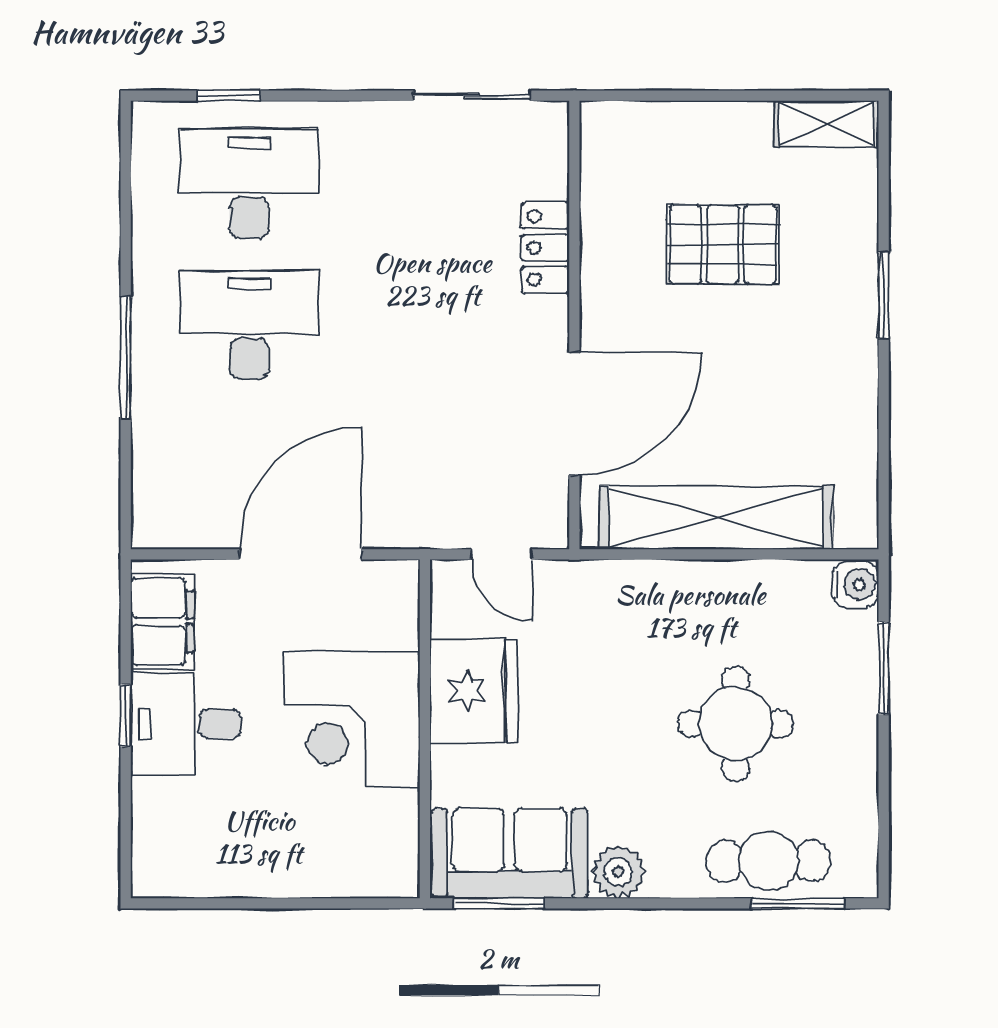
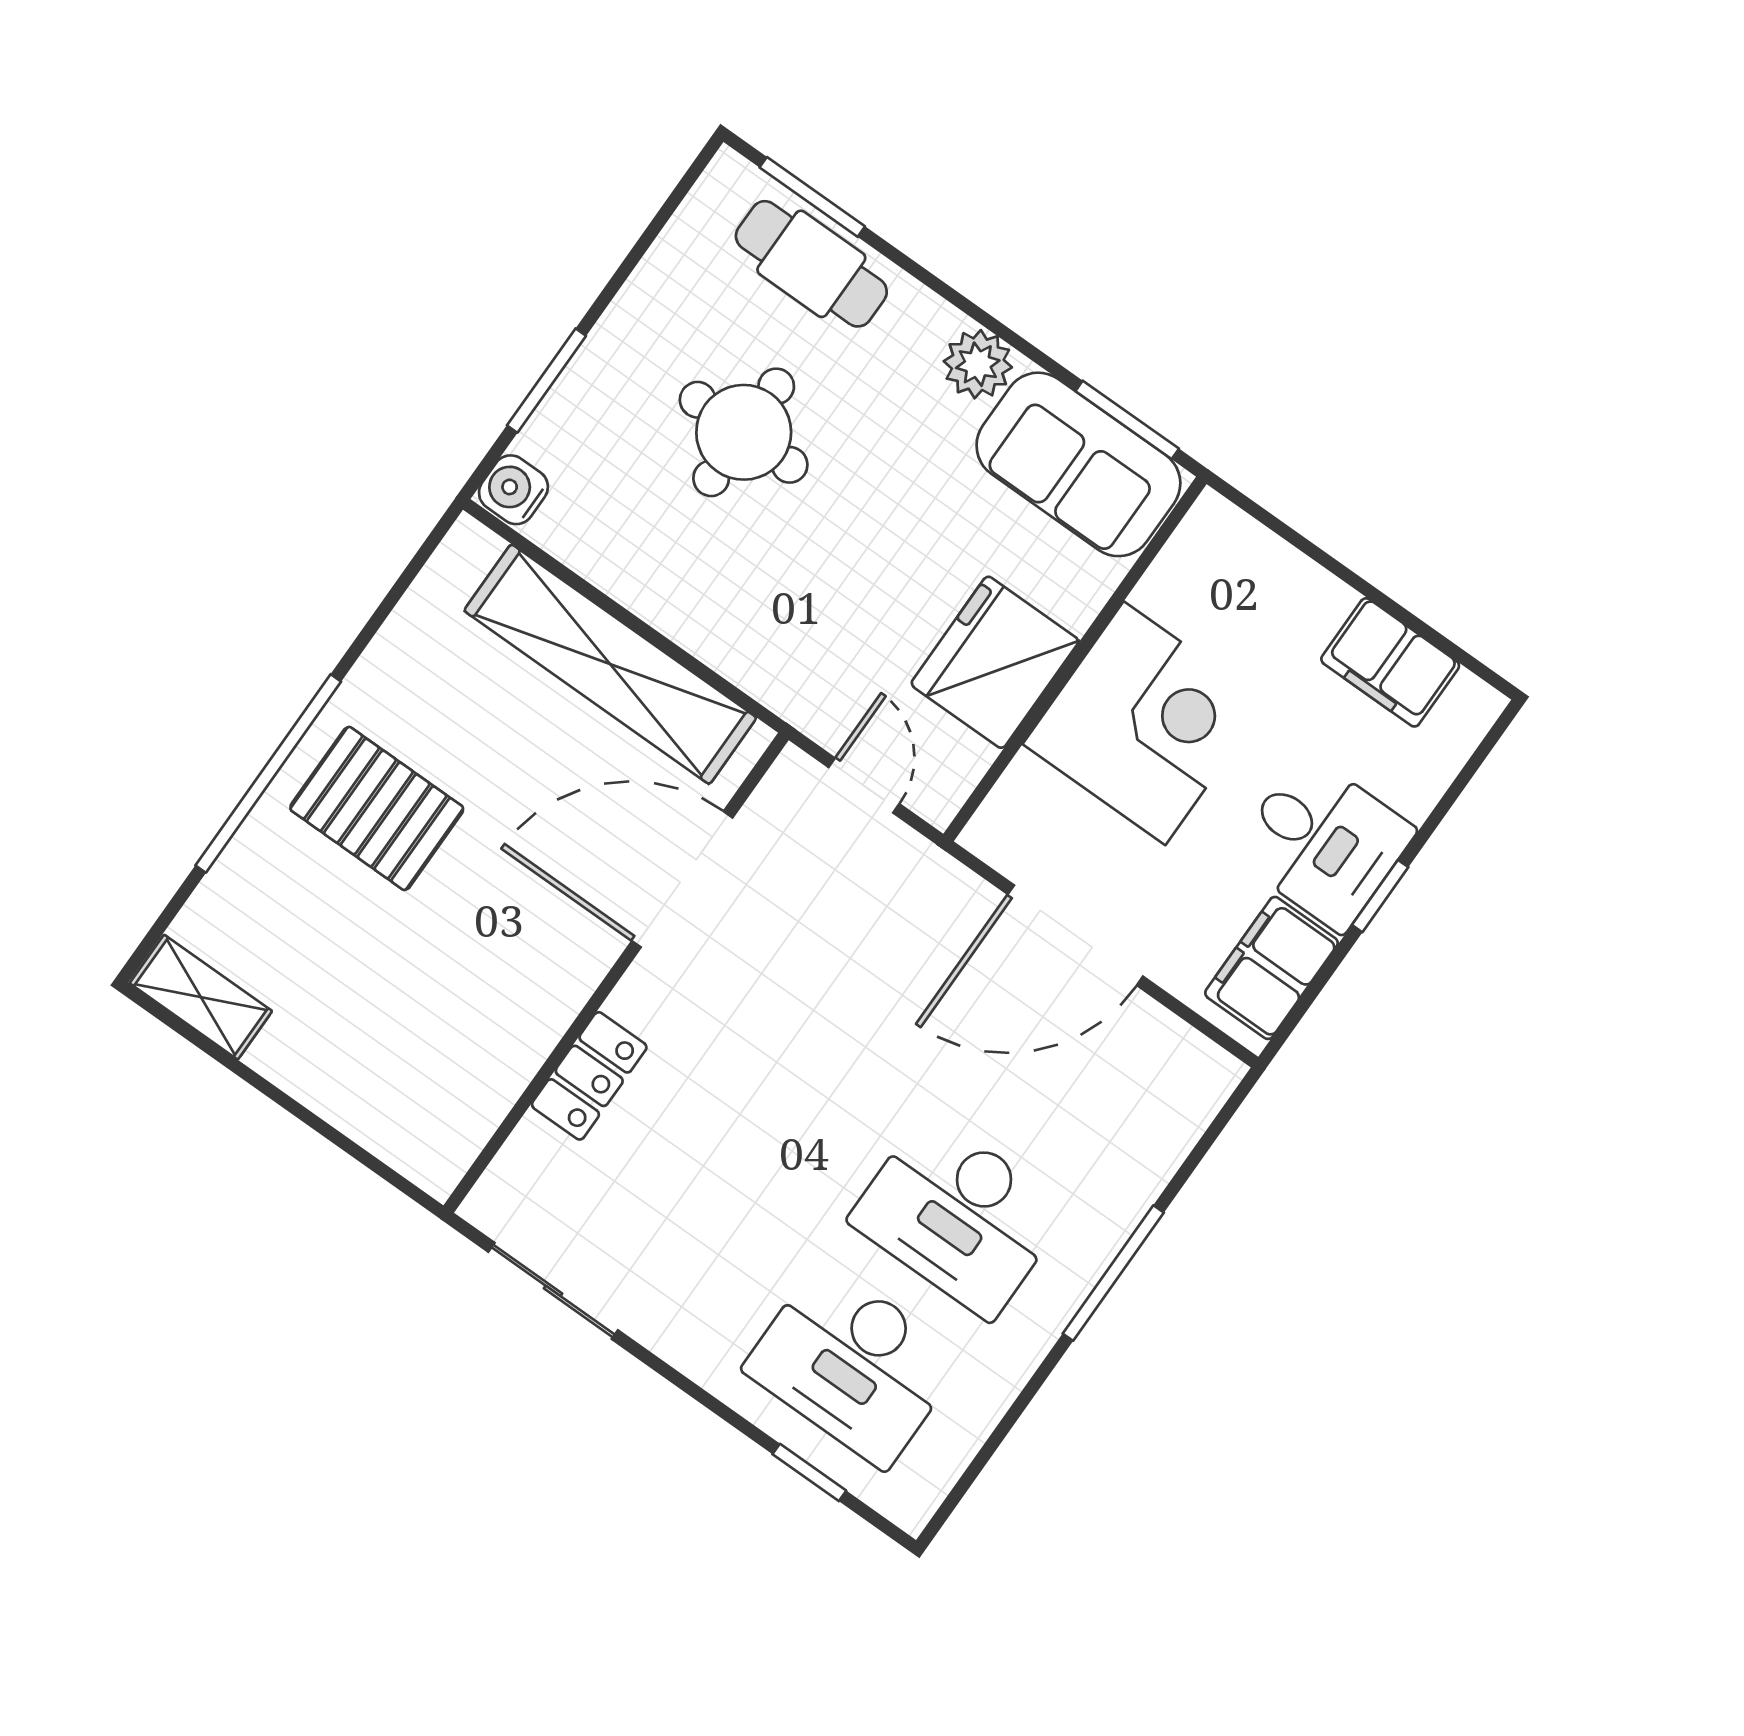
pallet: (723, 244) -> (377, 808), moved
window: (884, 295) -> (268, 773), width x2.11
filing cabinet: (224, 868) -> (1390, 662), added

